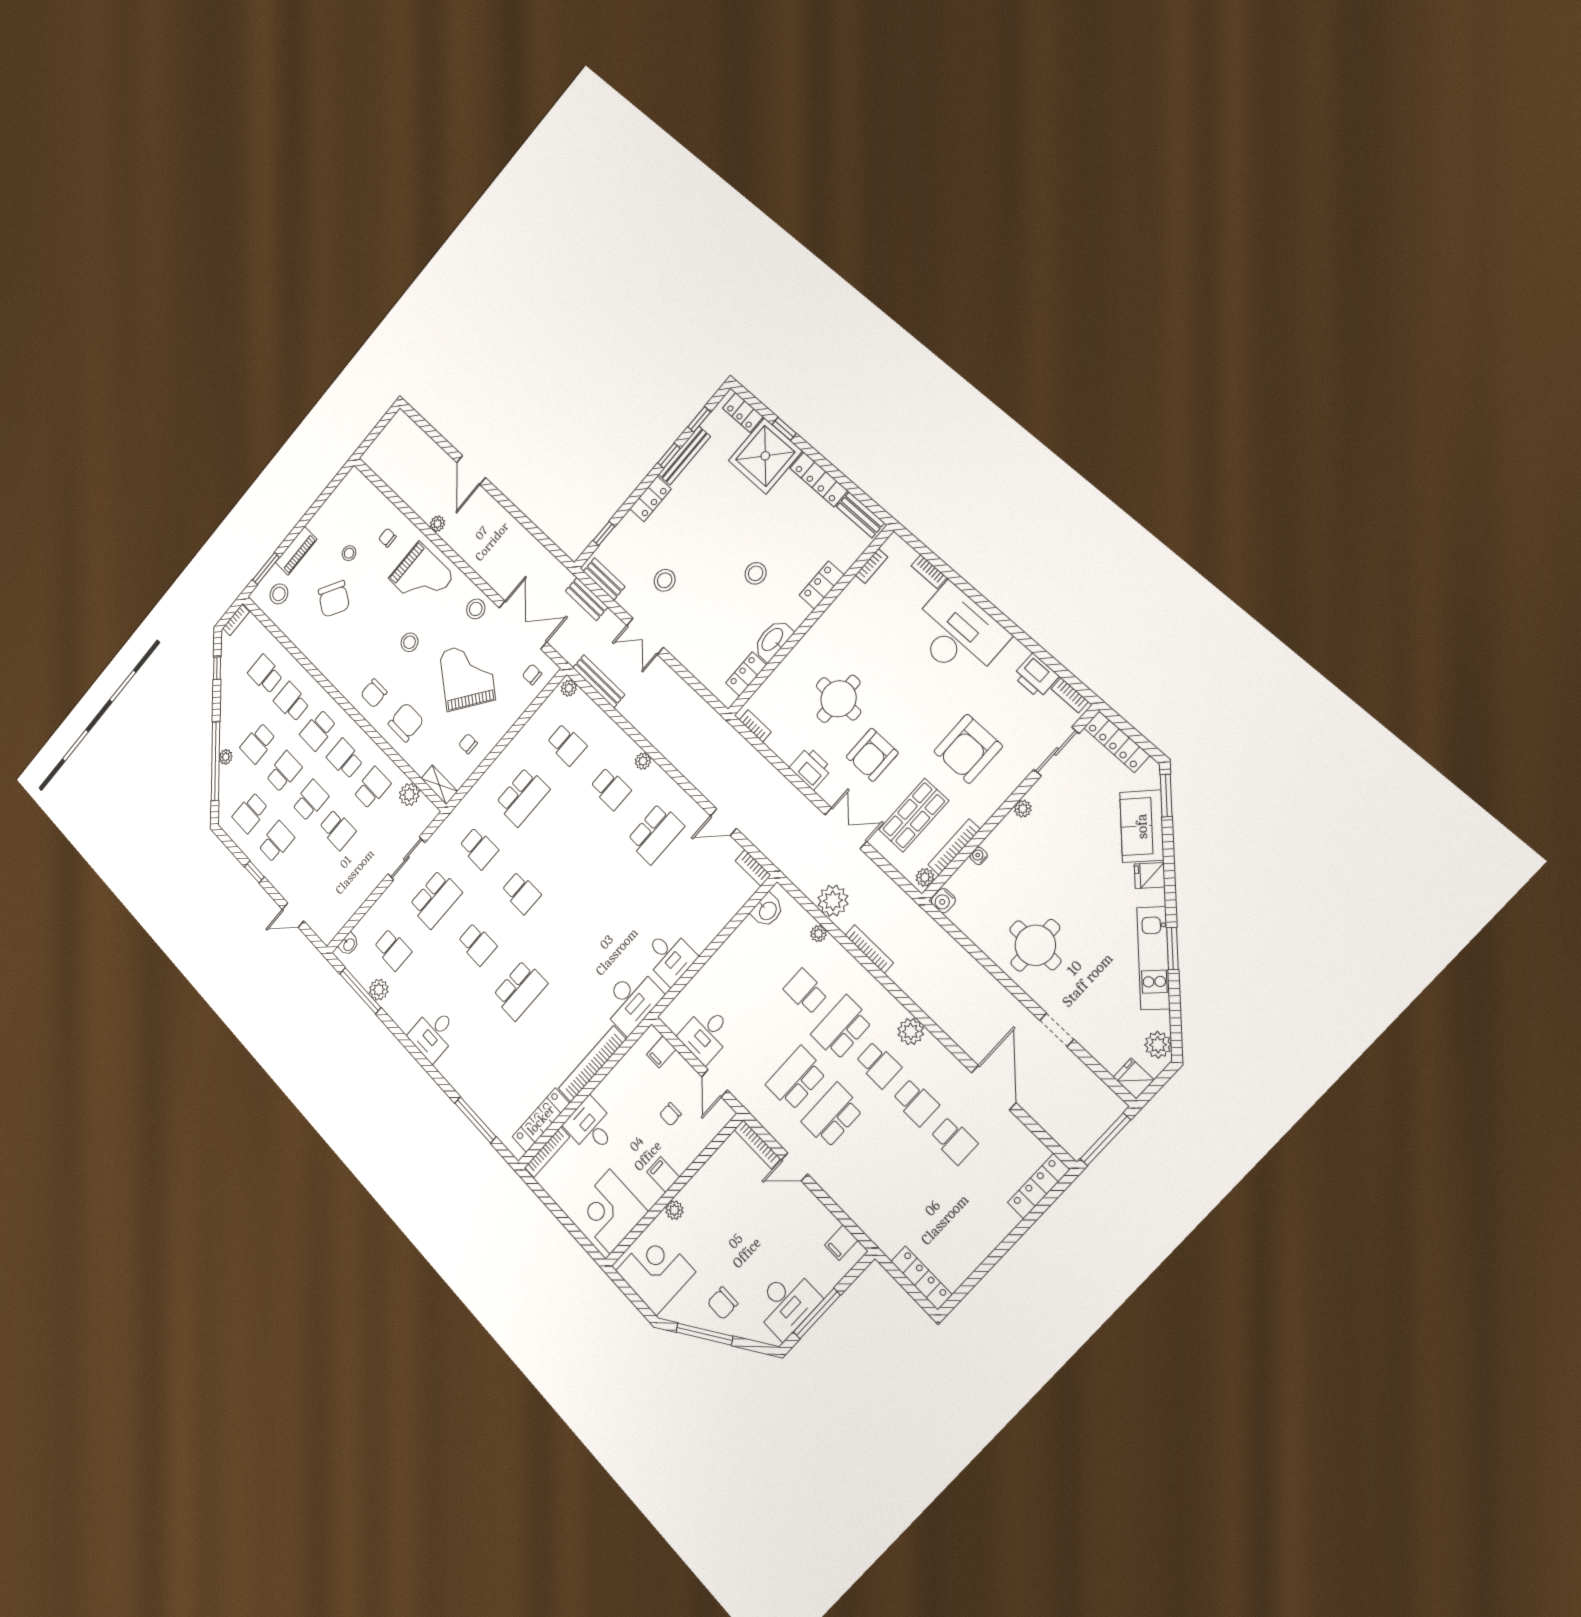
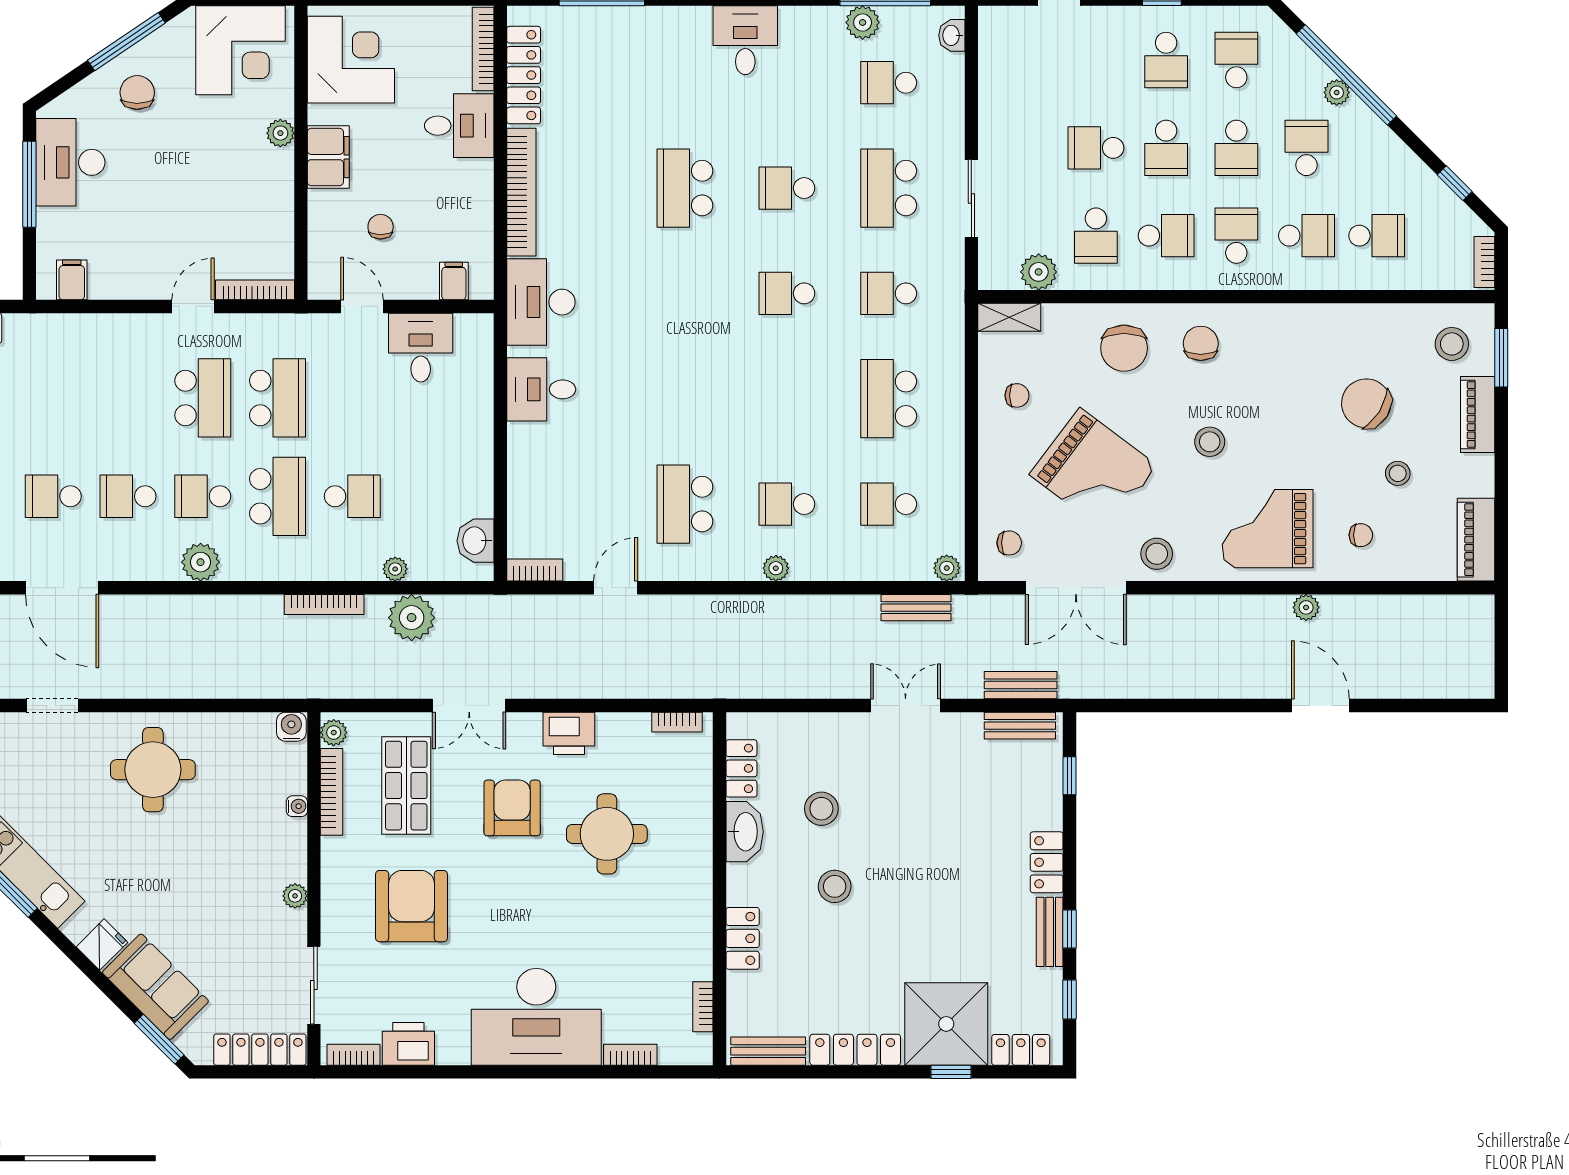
bench: (684, 455) -> (1050, 932), width x0.73
piano: (345, 492) -> (1476, 540), added
stool: (665, 580) -> (821, 809), moved
bench: (599, 681) -> (916, 608), width x0.73
filing cabinet: (663, 1175) -> (328, 157), width x2.00

